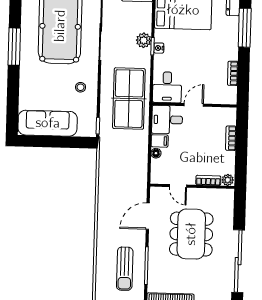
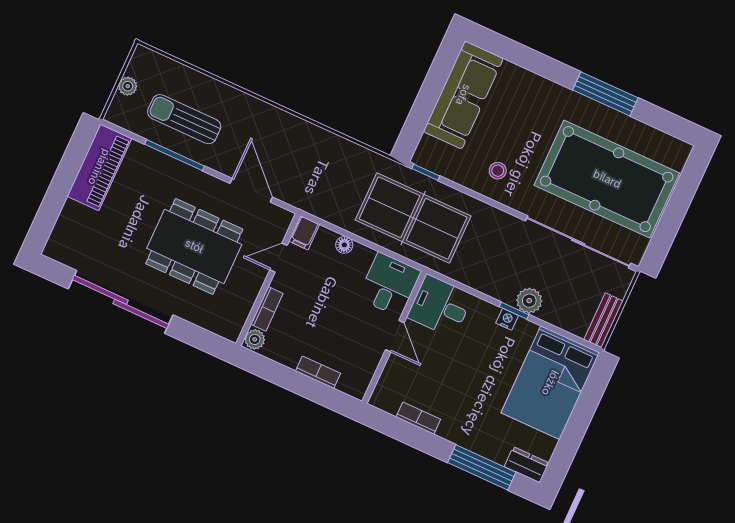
table tennis table: (129, 99) -> (413, 218), moved
filing cabinet: (160, 141) -> (304, 233), moved

